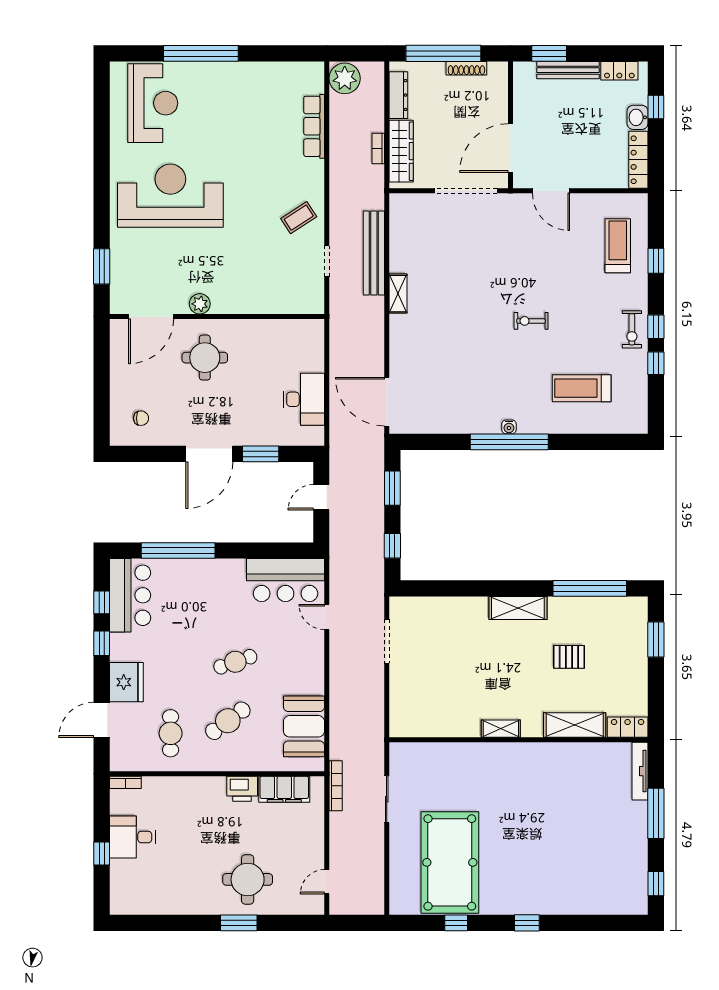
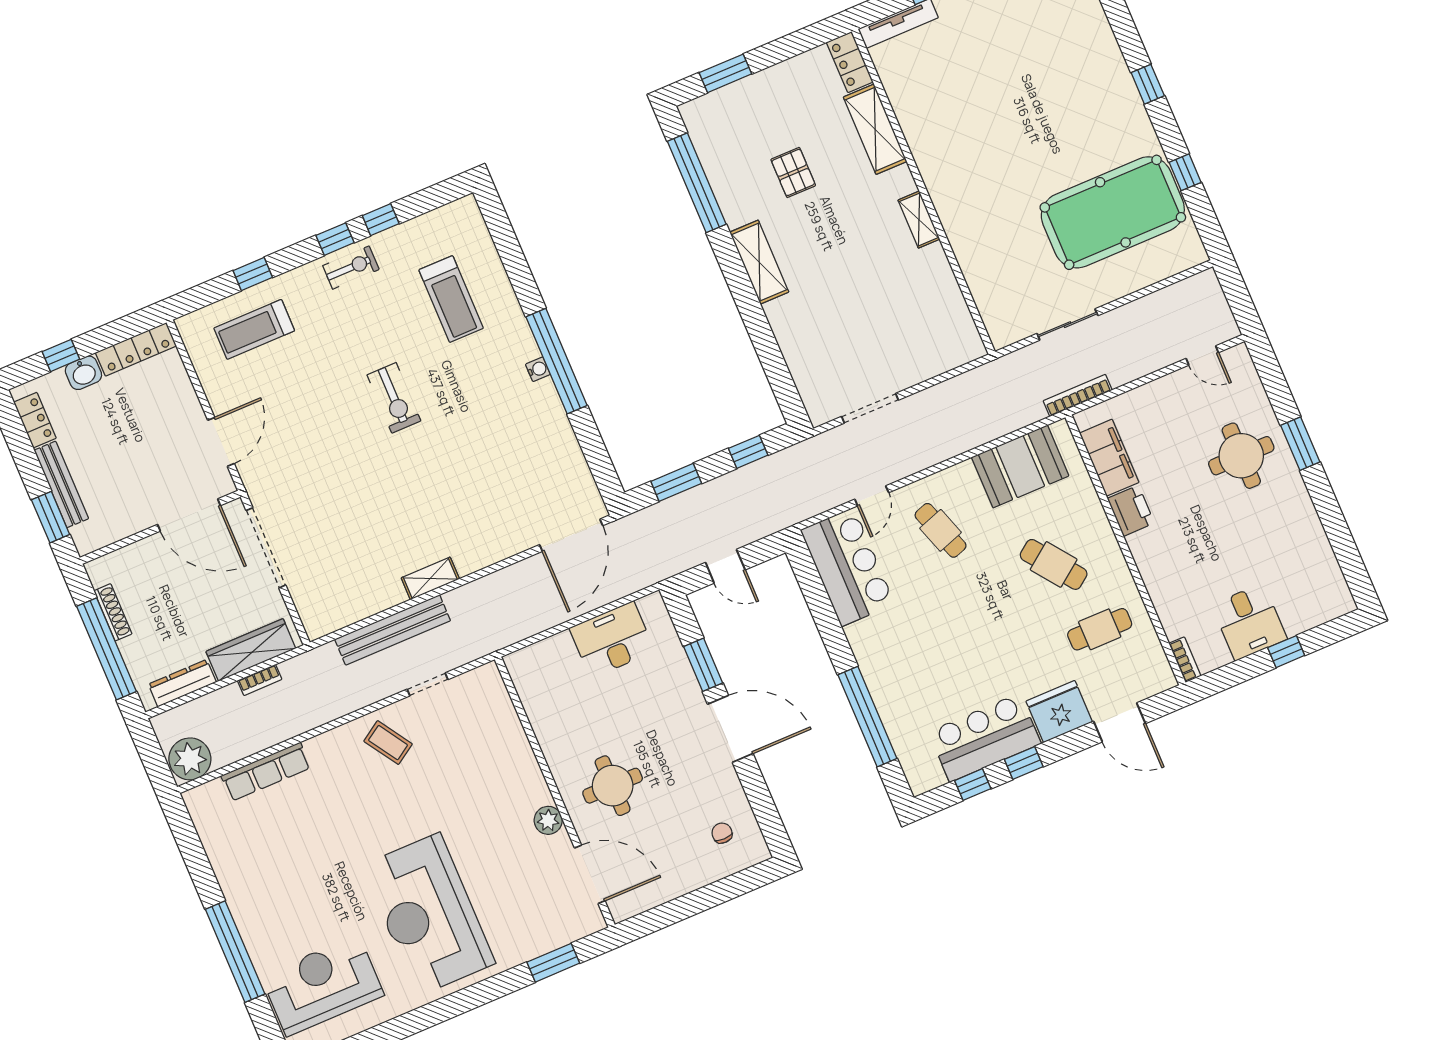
exercise bike: (531, 321) -> (394, 398), width x1.38, depth x1.39
bar counter: (130, 595) -> (985, 738), moved
cafe table: (235, 662) -> (941, 530), moved

